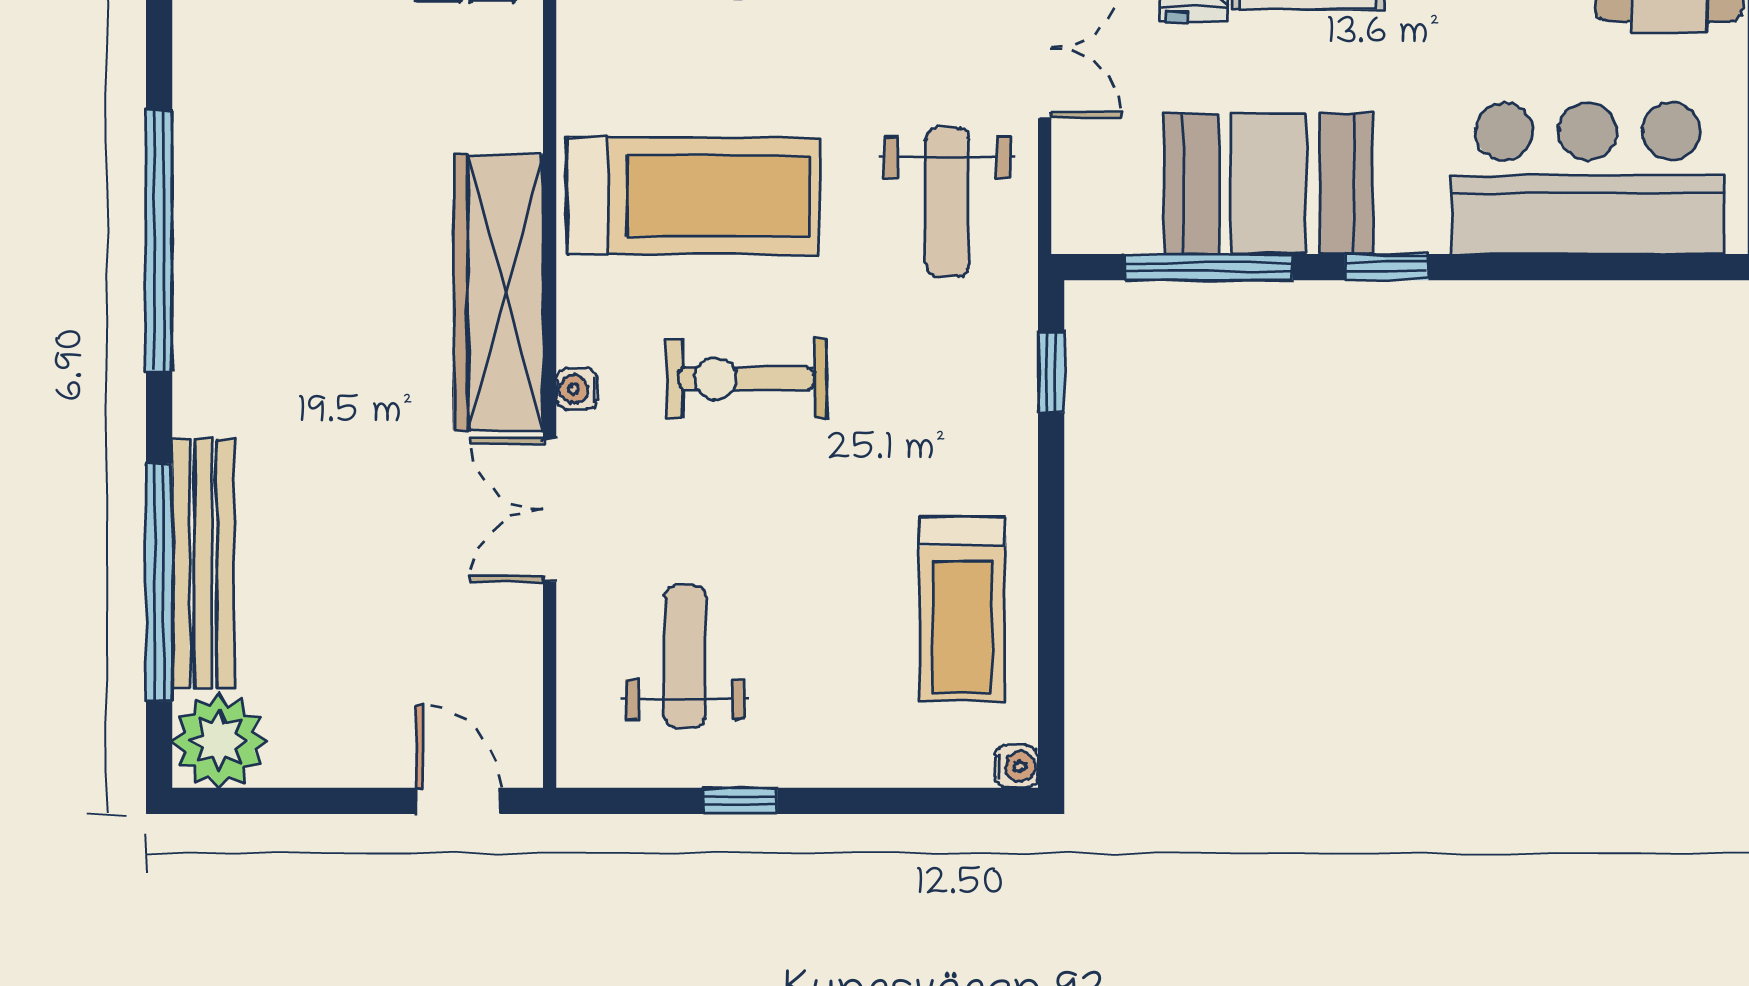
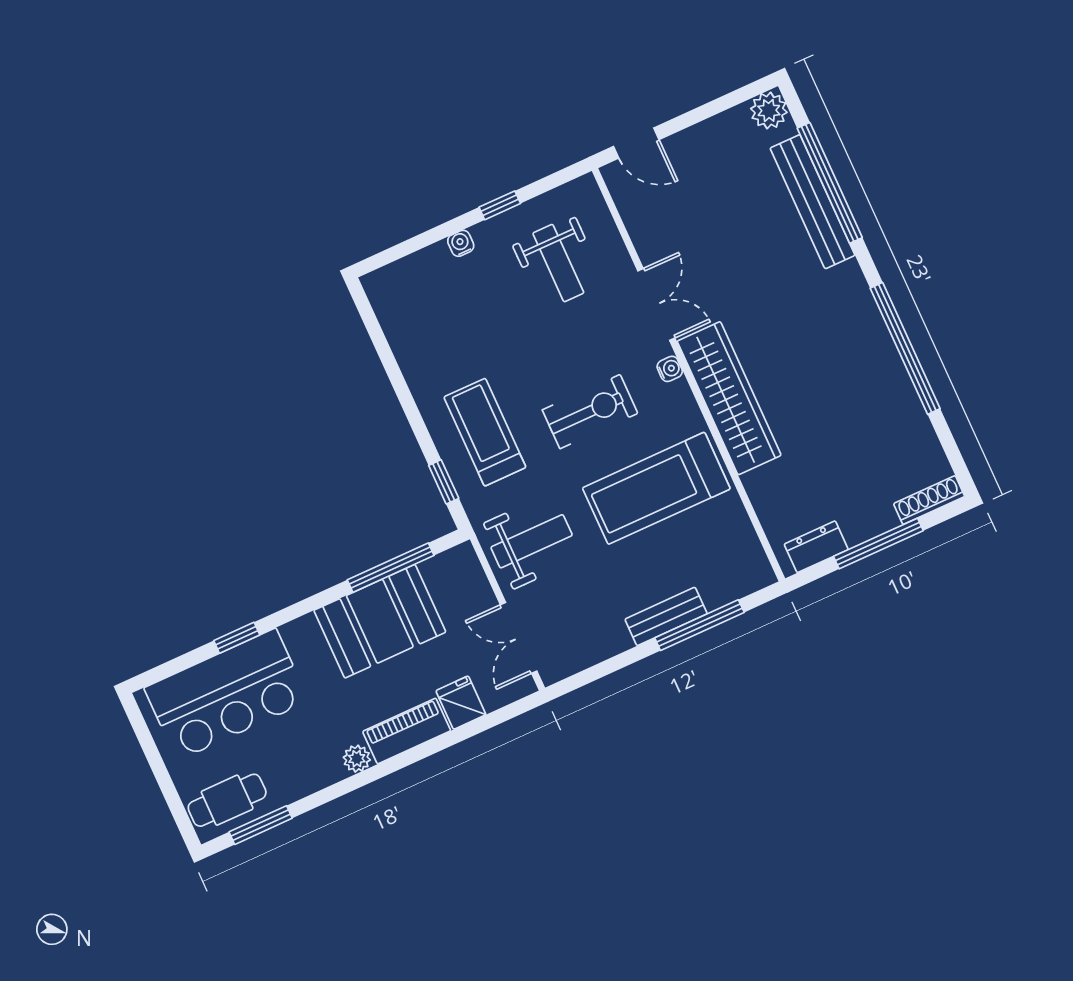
weight bench: (947, 202) -> (532, 541), turned 90
window: (1387, 267) -> (237, 638), moved
treadmill: (962, 609) -> (485, 432), moved
plant: (219, 741) -> (769, 110), width x0.73, depth x0.73
water cooler: (1016, 766) -> (461, 243), moved, turned 90

